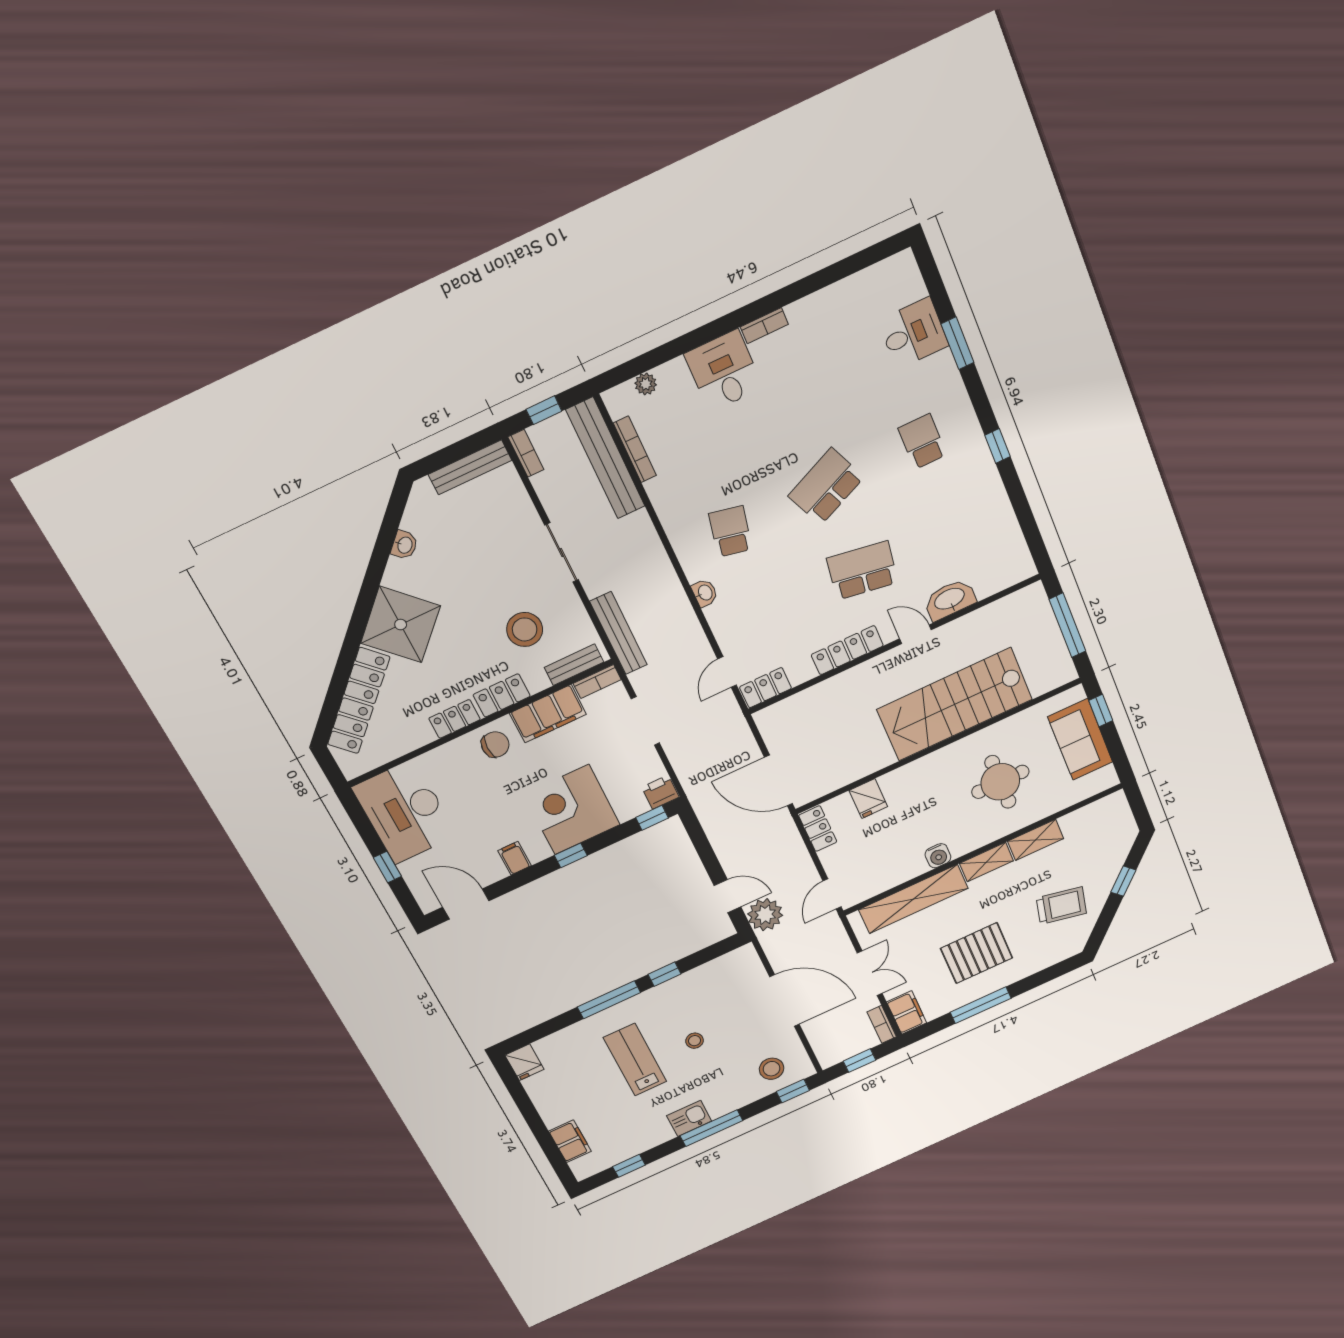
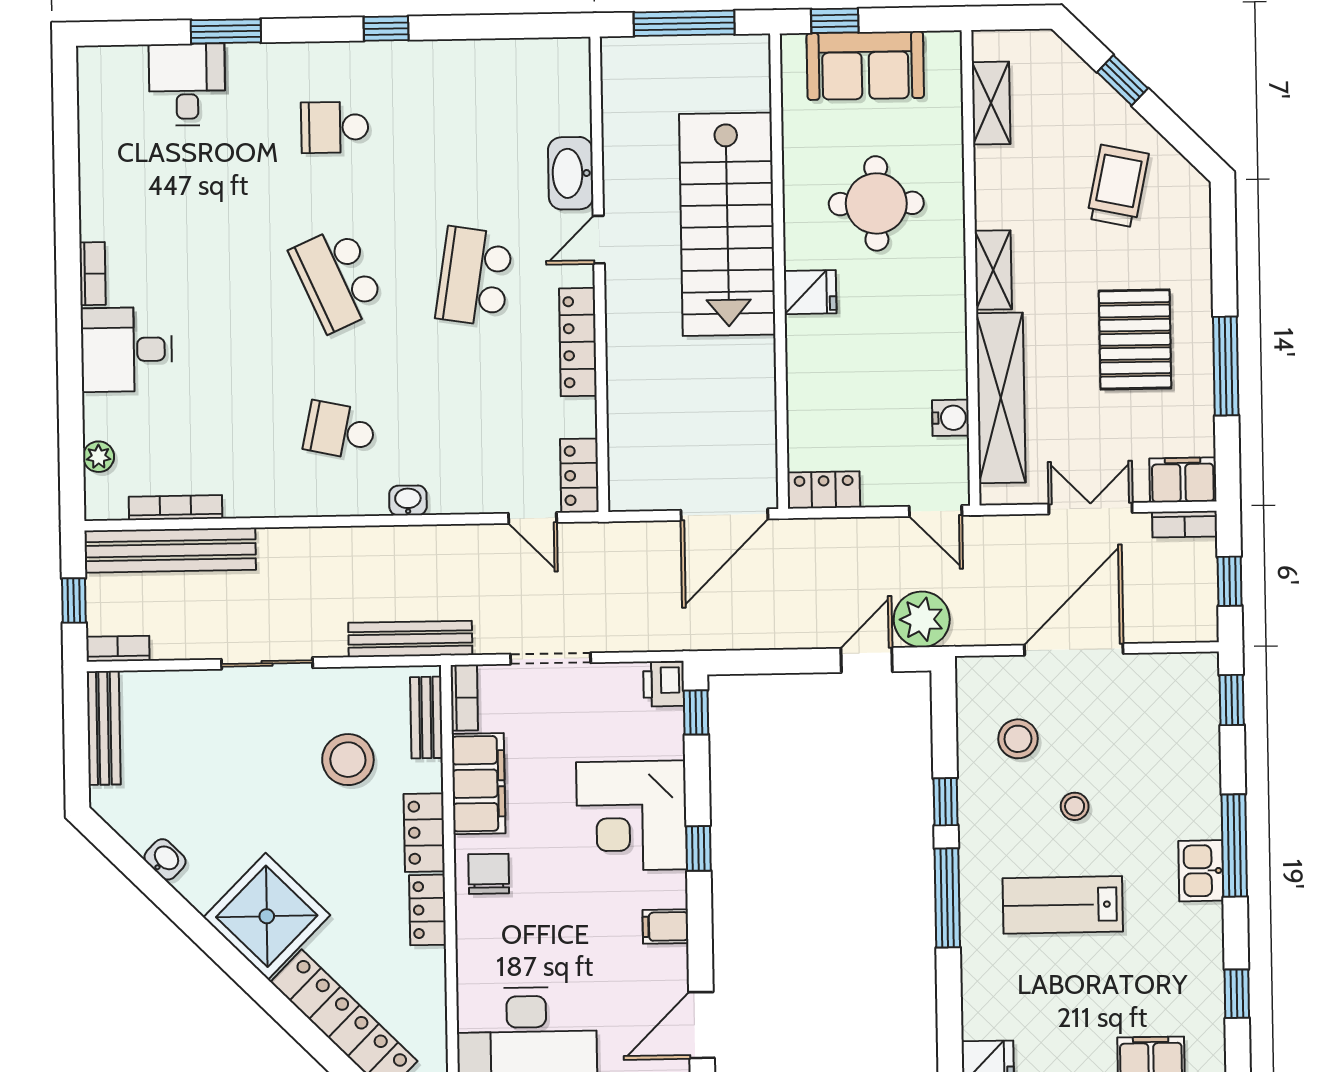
fridge: (868, 799) -> (810, 292), moved
shelving: (1036, 840) -> (991, 103), moved
water cooler: (938, 856) -> (951, 418), moved
stool: (772, 1069) -> (1018, 739), moved

